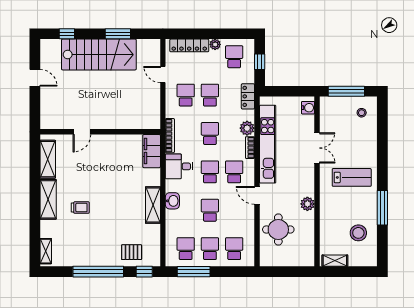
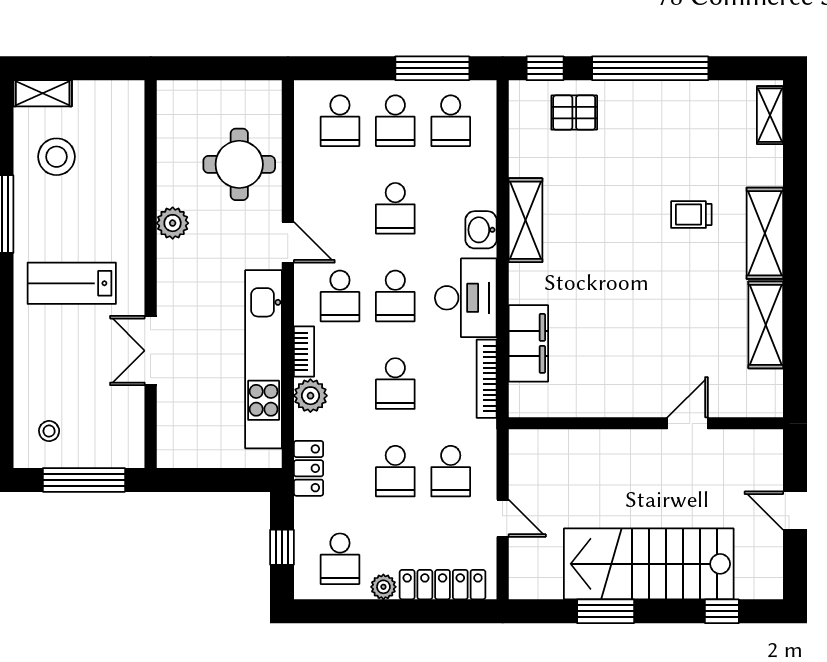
water cooler: (308, 108) -> (171, 442), removed
door: (82, 132) -> (688, 423), moved
wall: (100, 132) -> (646, 423), moved
desk: (179, 166) -> (466, 298), width x1.37
shelving: (335, 261) -> (43, 93), moved

